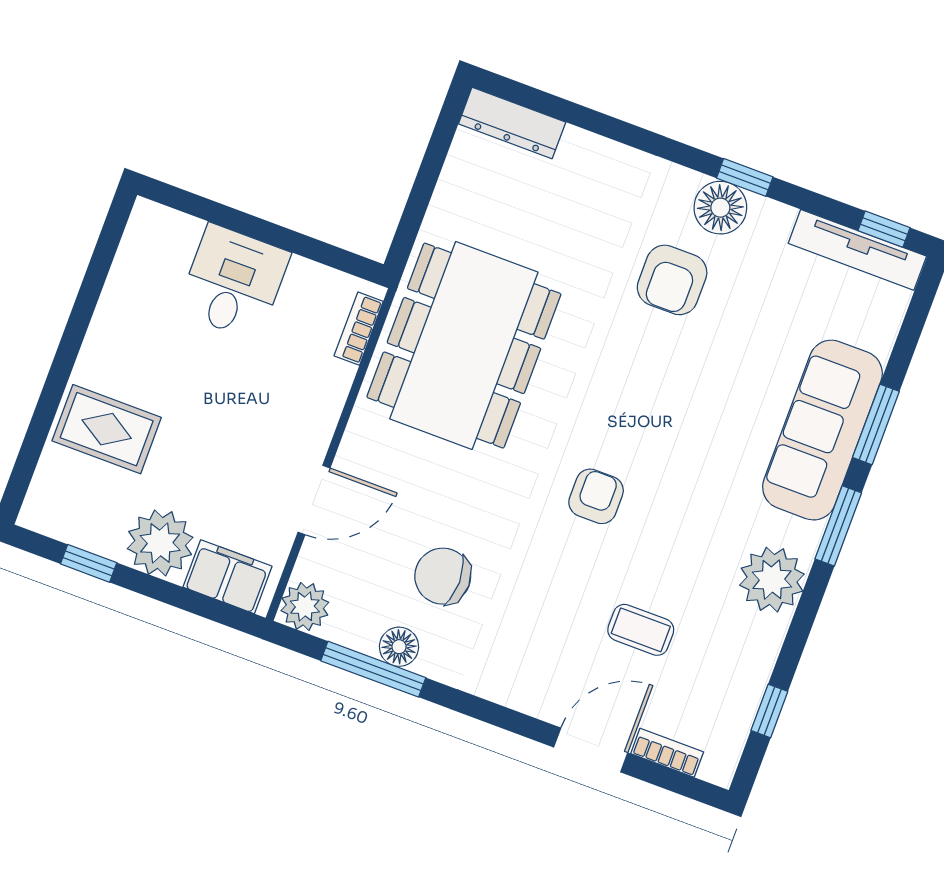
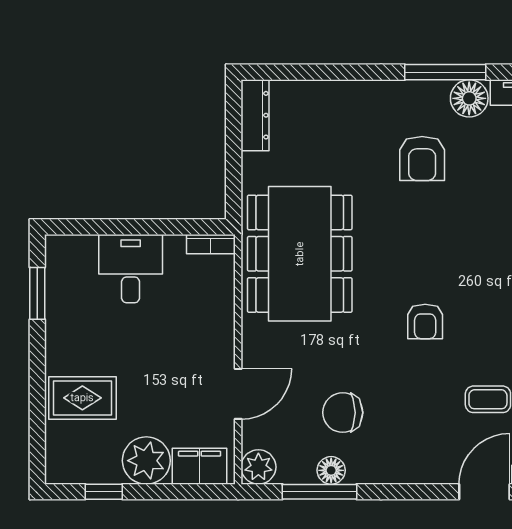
dresser: (512, 123) -> (255, 115), moved, turned -90
window: (745, 177) -> (445, 72), width x2.17
floor lamp: (720, 208) -> (469, 98), moved
window: (98, 269) -> (37, 293), added
bookcase: (359, 329) -> (211, 244), moved, turned -90
armchair: (596, 496) -> (425, 321), turned 180

